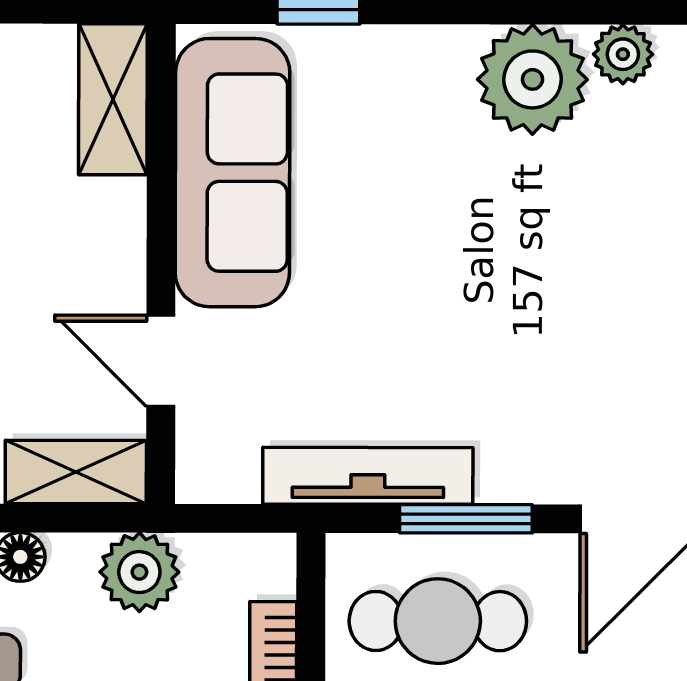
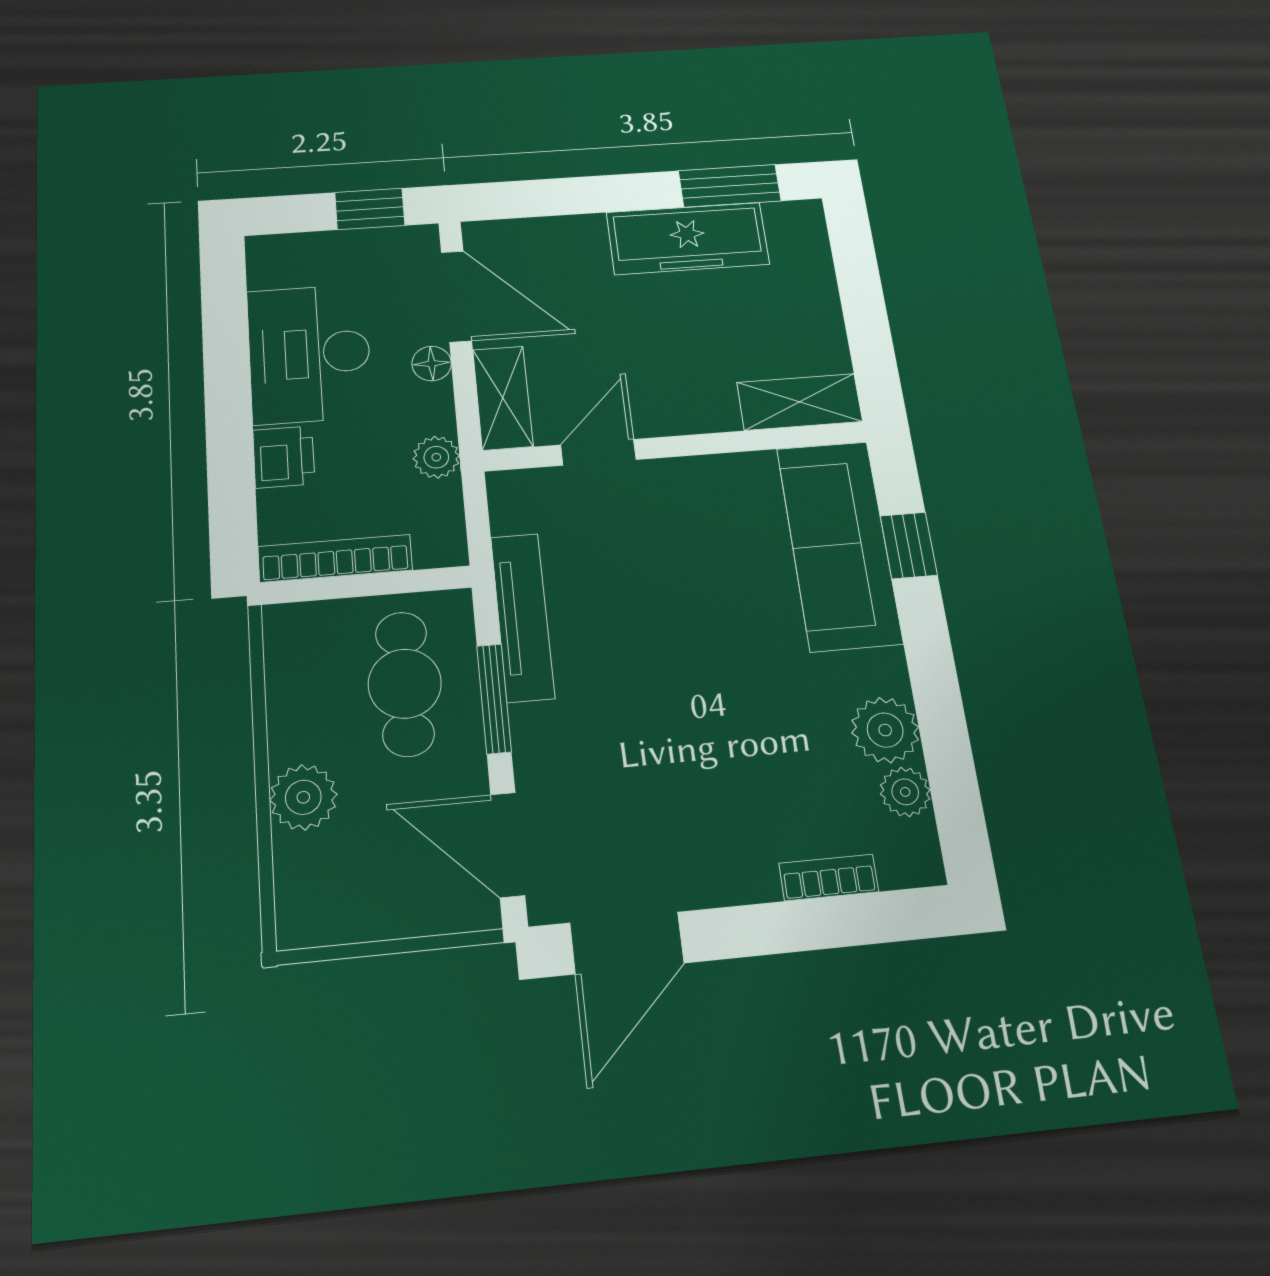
plant: (532, 79) -> (885, 730), width x0.73, depth x0.73
sofa: (232, 173) -> (839, 545), moved, turned 90
plant: (139, 572) -> (436, 457), width x0.73, depth x0.73

